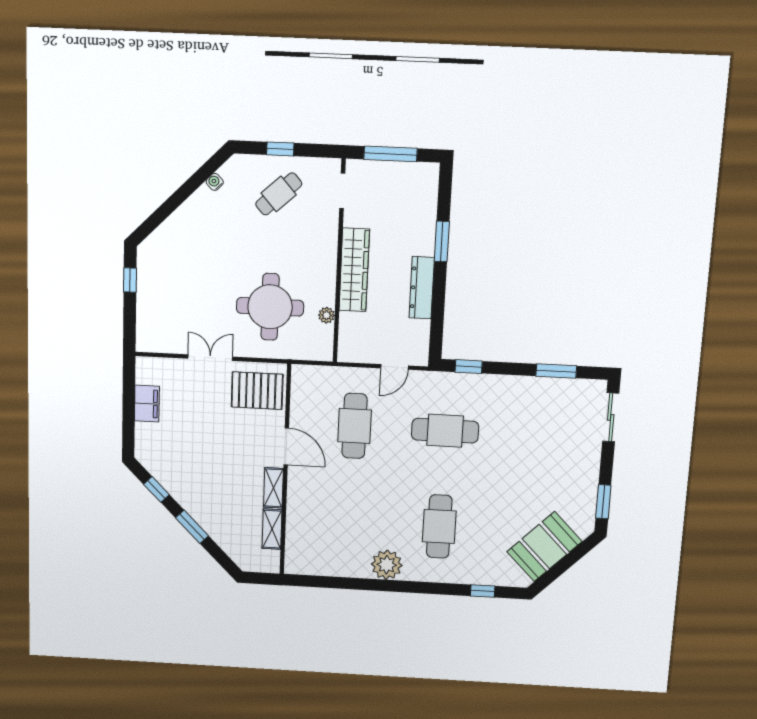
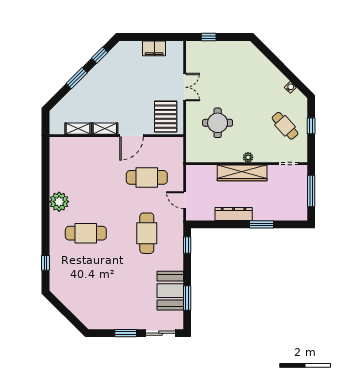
window: (130, 280) -> (209, 37), moved
round table: (270, 307) -> (218, 123), width x0.73, depth x0.73
plant: (327, 315) -> (248, 157), moved
window: (603, 502) -> (126, 333), moved
booth: (544, 547) -> (170, 291), moved, turned 45

